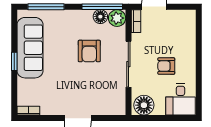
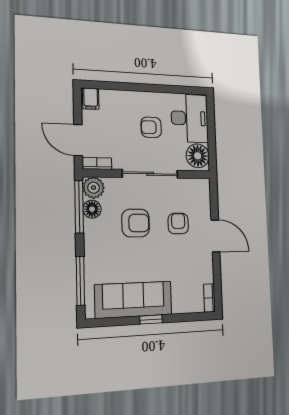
filing cabinet: (187, 17) -> (91, 99), added
armchair: (166, 66) -> (151, 127), turned 90
armchair: (88, 86) -> (178, 224), added
desk: (181, 99) -> (190, 118), width x1.37

